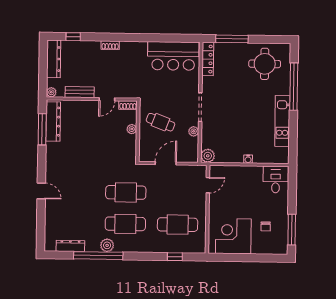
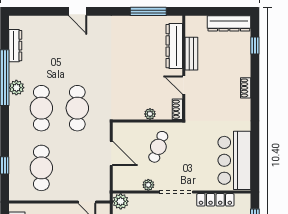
locker: (208, 59) -> (215, 200), moved
plant: (51, 92) -> (191, 21), removed
dresser: (53, 122) -> (174, 46), moved, turned 90
door: (41, 191) -> (78, 11), hinge flipped

